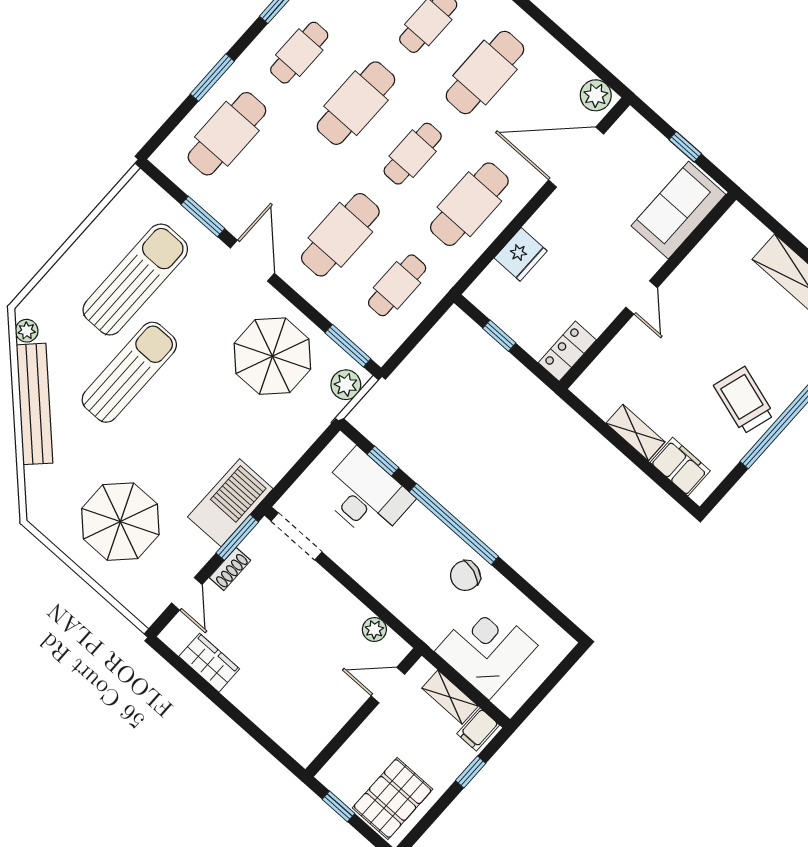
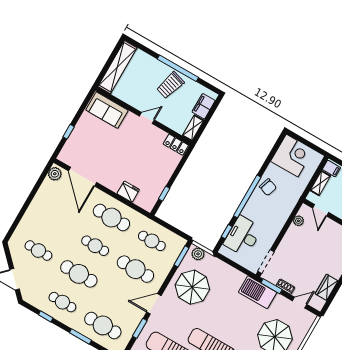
cafe table: (485, 73) -> (55, 222), removed
sofa: (678, 210) -> (107, 110), moved
wall: (648, 291) -> (143, 116), moved
door: (642, 298) -> (147, 118), moved
locker: (567, 351) -> (176, 145), moved
corner desk: (486, 648) -> (292, 156), moved, turned 180

